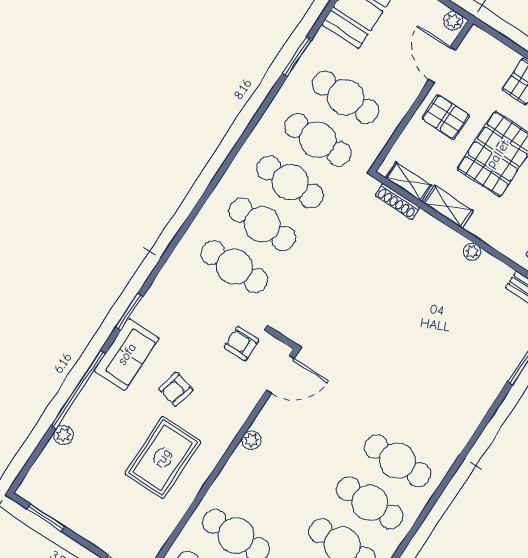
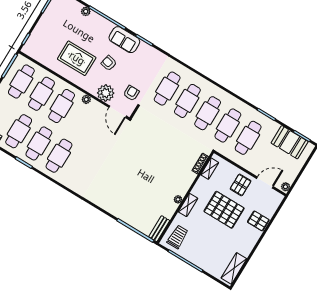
shelving: (448, 207) -> (188, 205), moved
plant: (239, 398) -> (106, 93), added
cafe table: (397, 461) -> (62, 106), moved

